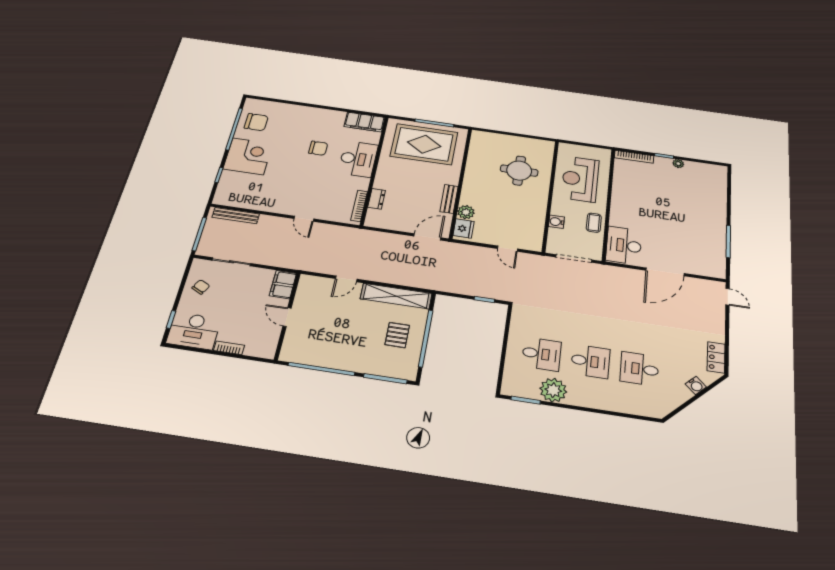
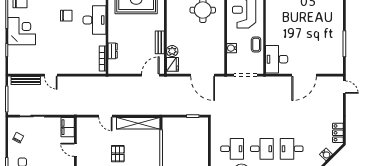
door: (304, 219) -> (51, 75), moved
door: (508, 249) -> (203, 75), width x1.87
door: (346, 279) -> (105, 116), hinge flipped
pallet: (397, 335) -> (118, 154), moved

